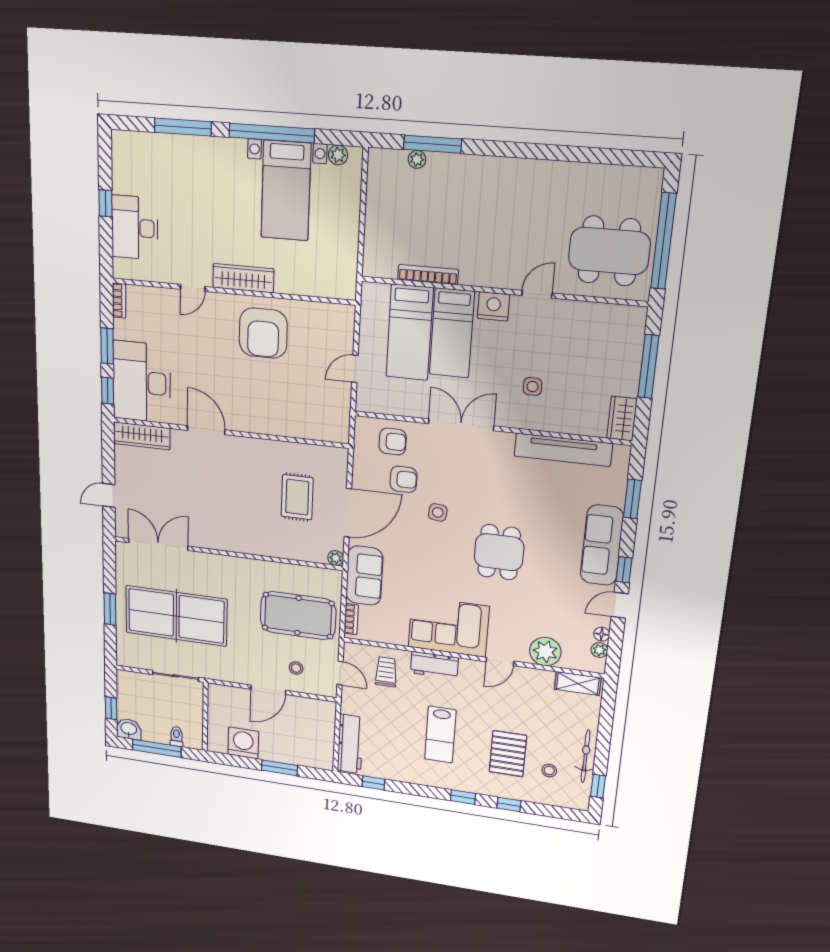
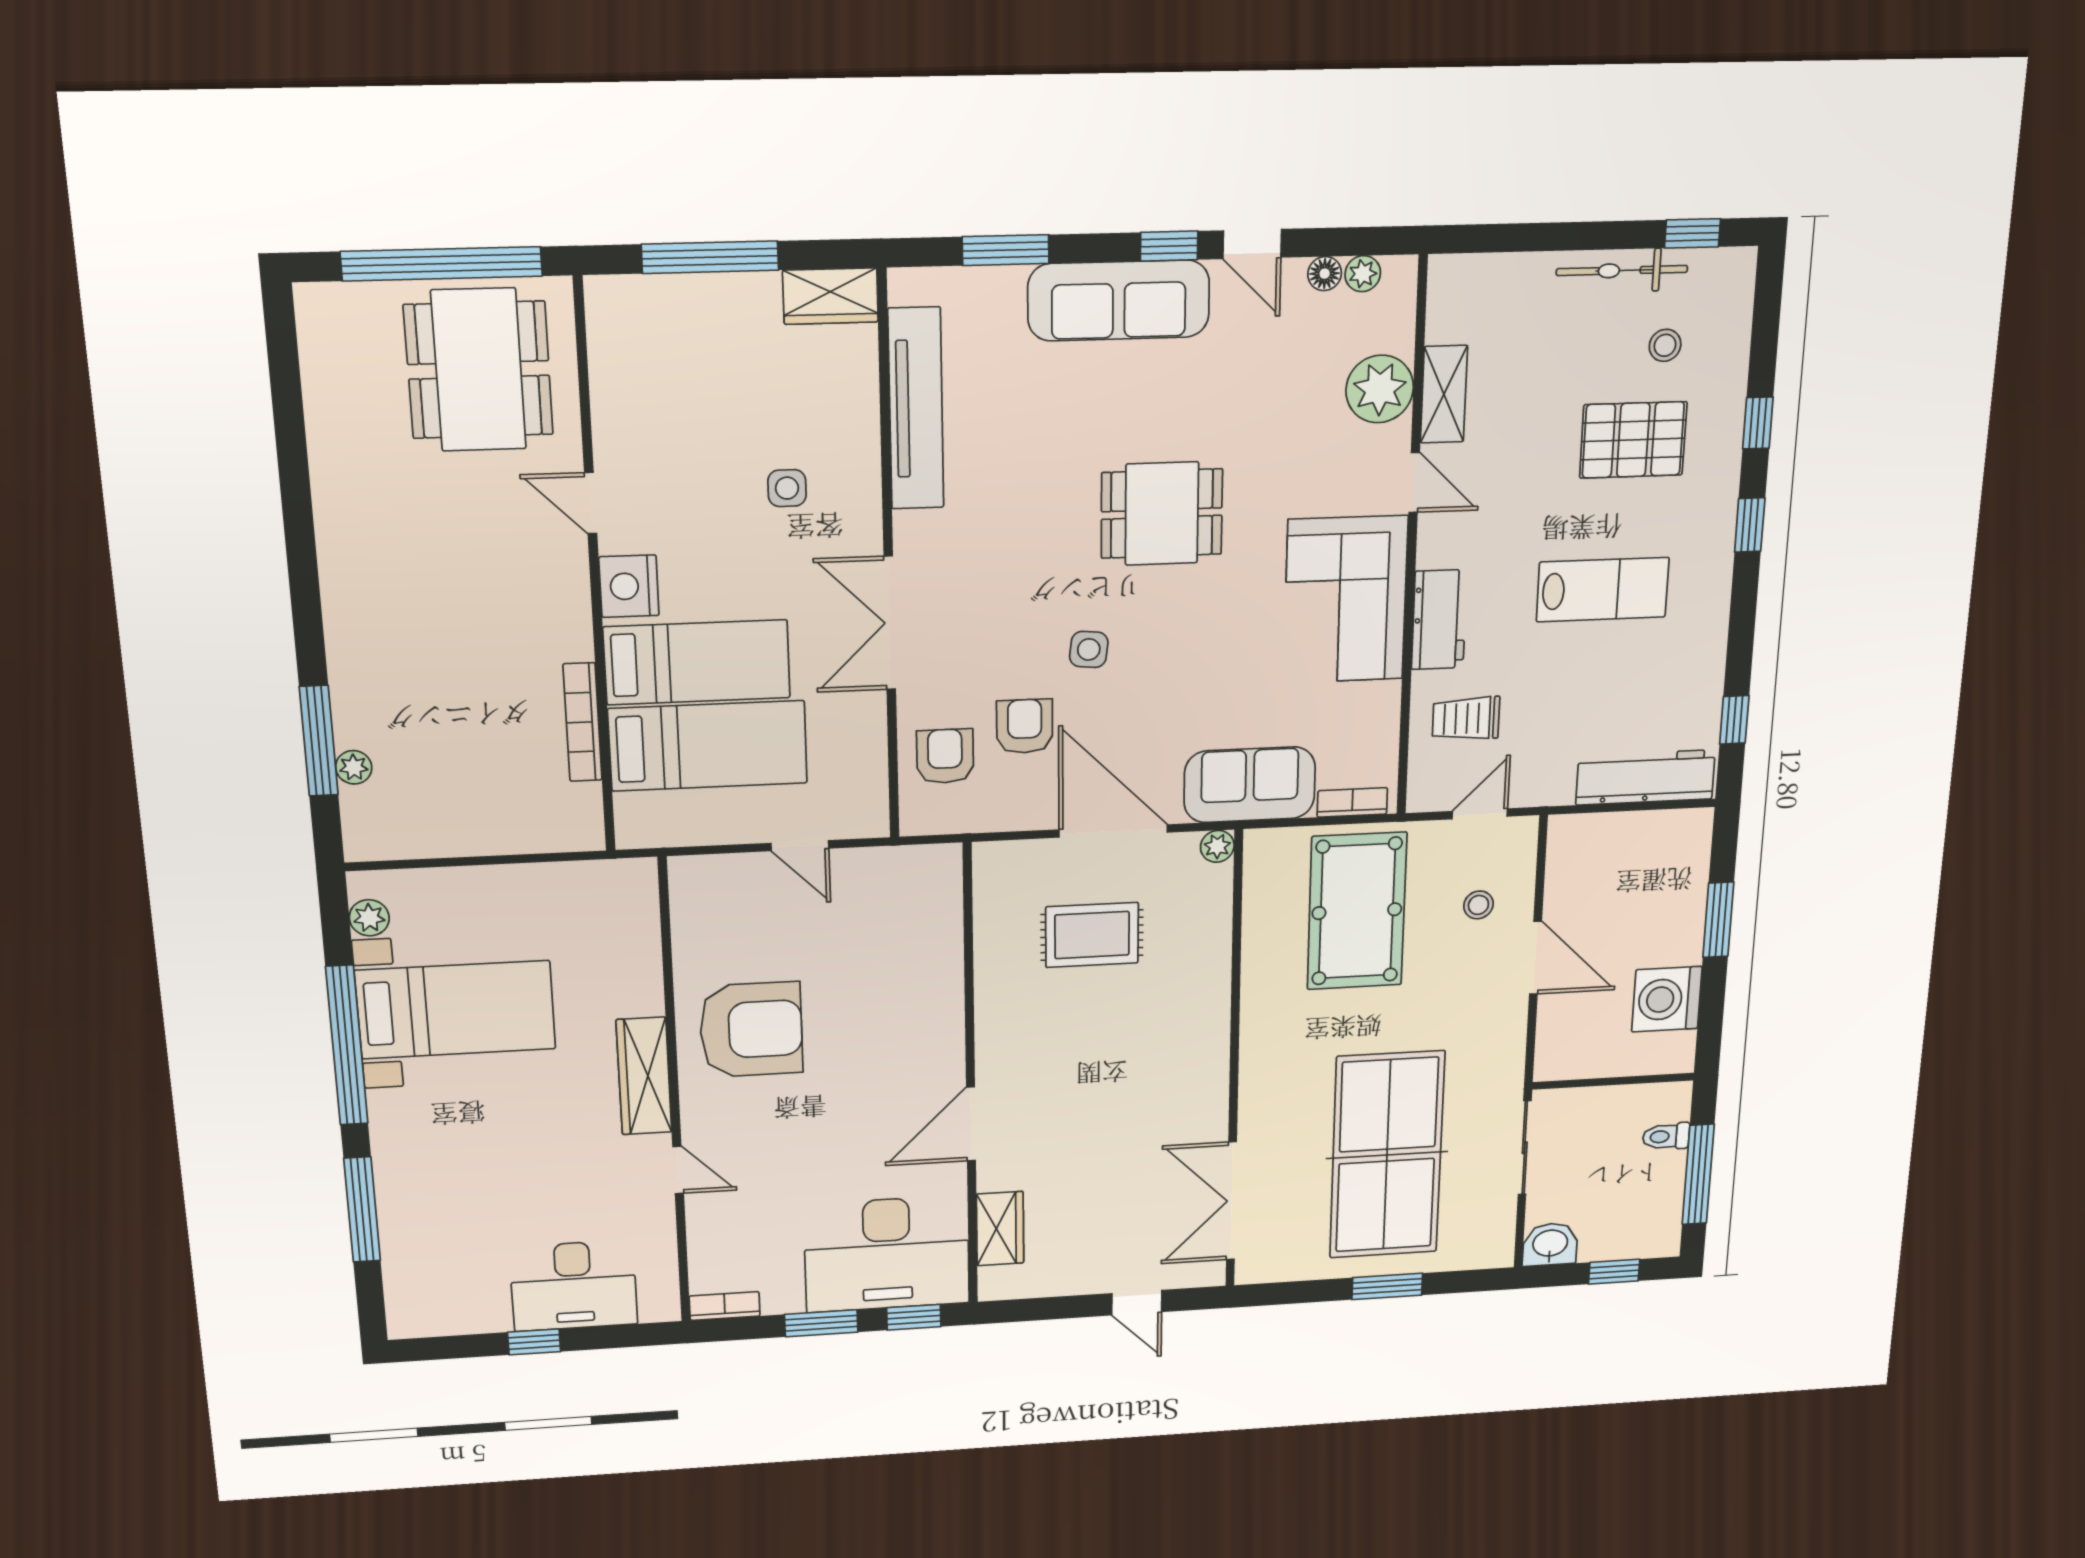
wardrobe: (142, 436) -> (1000, 1229), width x0.67
shelving: (578, 683) -> (1444, 394), moved
washbasin: (129, 729) -> (1550, 1244), moved, turned 90

